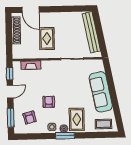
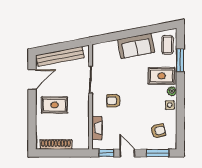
door: (31, 10) -> (32, 80), moved
rug: (47, 39) -> (54, 105), moved
sofa: (101, 92) -> (136, 46), width x0.73
armchair: (49, 102) -> (114, 101), moved
window: (65, 136) -> (180, 60), moved

